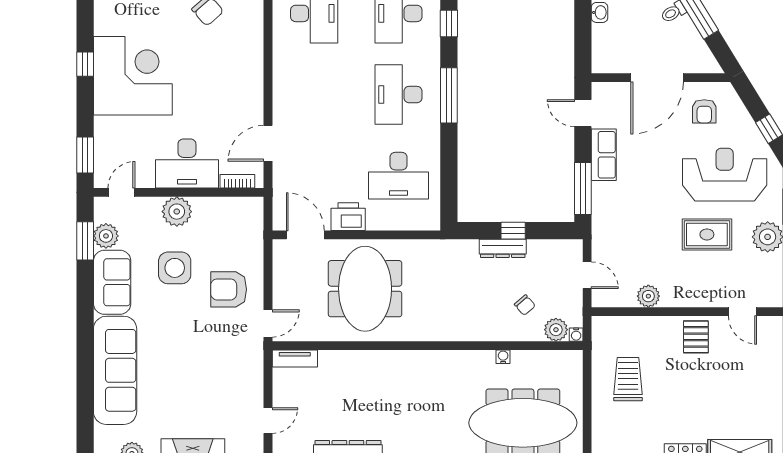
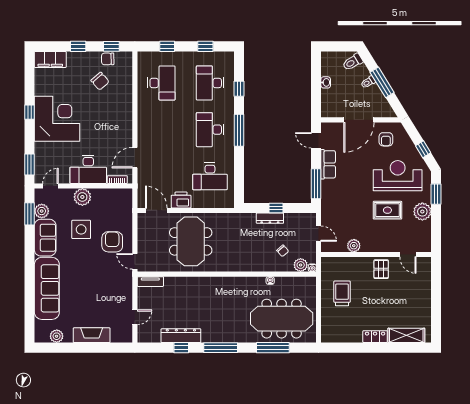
armchair: (229, 289) -> (112, 242), turned 90
door: (268, 324) -> (135, 261), swing flipped

